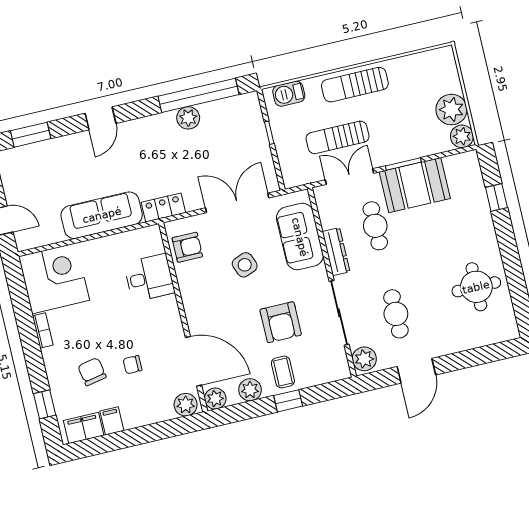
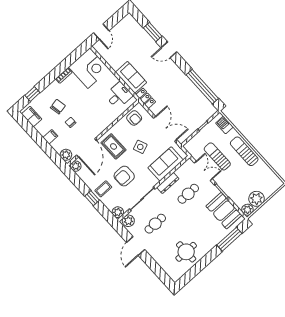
plant: (188, 118) -> (190, 87), removed
window: (31, 135) -> (153, 32), moved
booth: (415, 185) -> (224, 211), moved
window: (496, 198) -> (229, 239), width x2.17
sofa: (102, 215) -> (131, 77), width x0.73
desk: (149, 278) -> (119, 95), moved, turned -90
rug: (218, 312) -> (114, 146), added
door: (416, 371) -> (136, 246), hinge flipped
plant: (250, 390) -> (118, 212), moved
filing cabinet: (112, 421) -> (50, 137), moved

